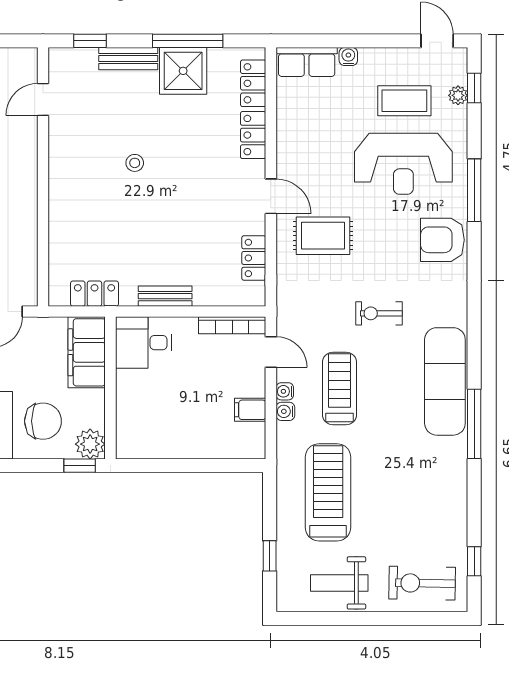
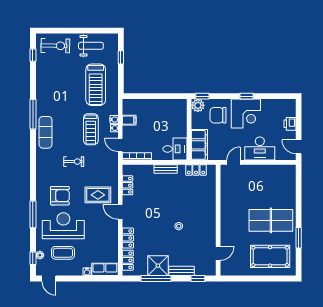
armchair: (442, 240) -> (60, 196), moved
exercise mat: (445, 381) -> (46, 132), width x0.73, depth x0.69

